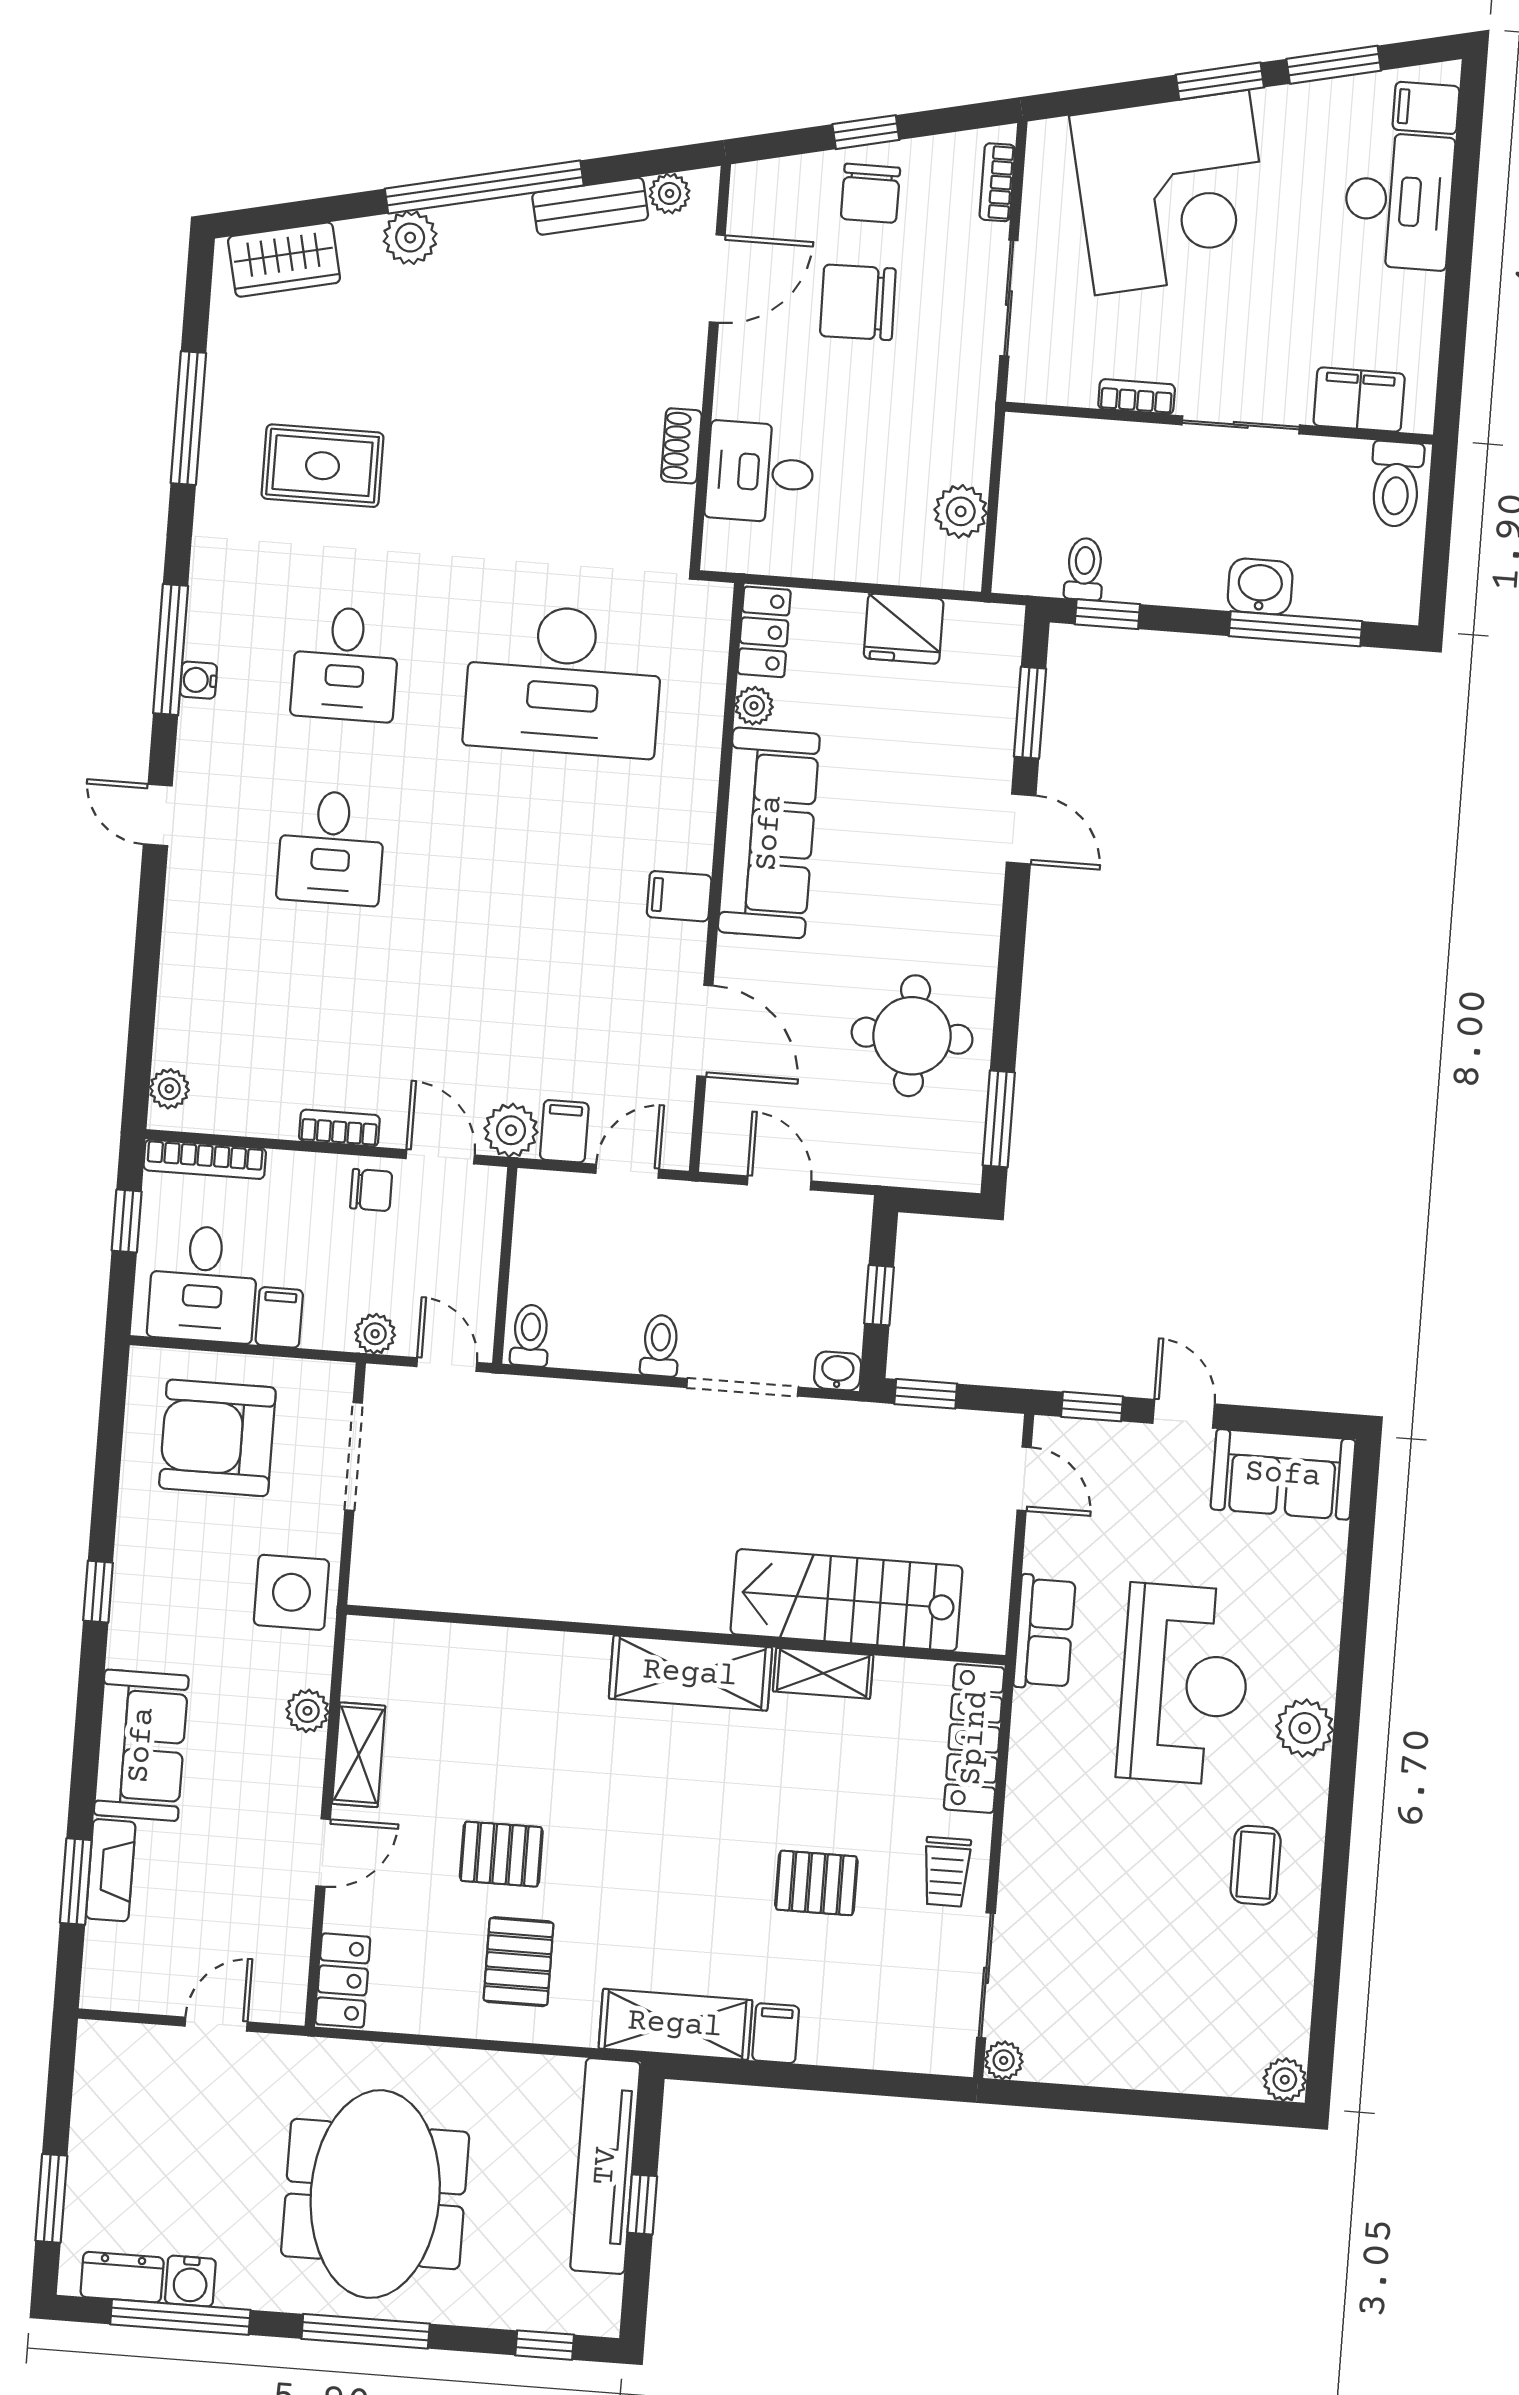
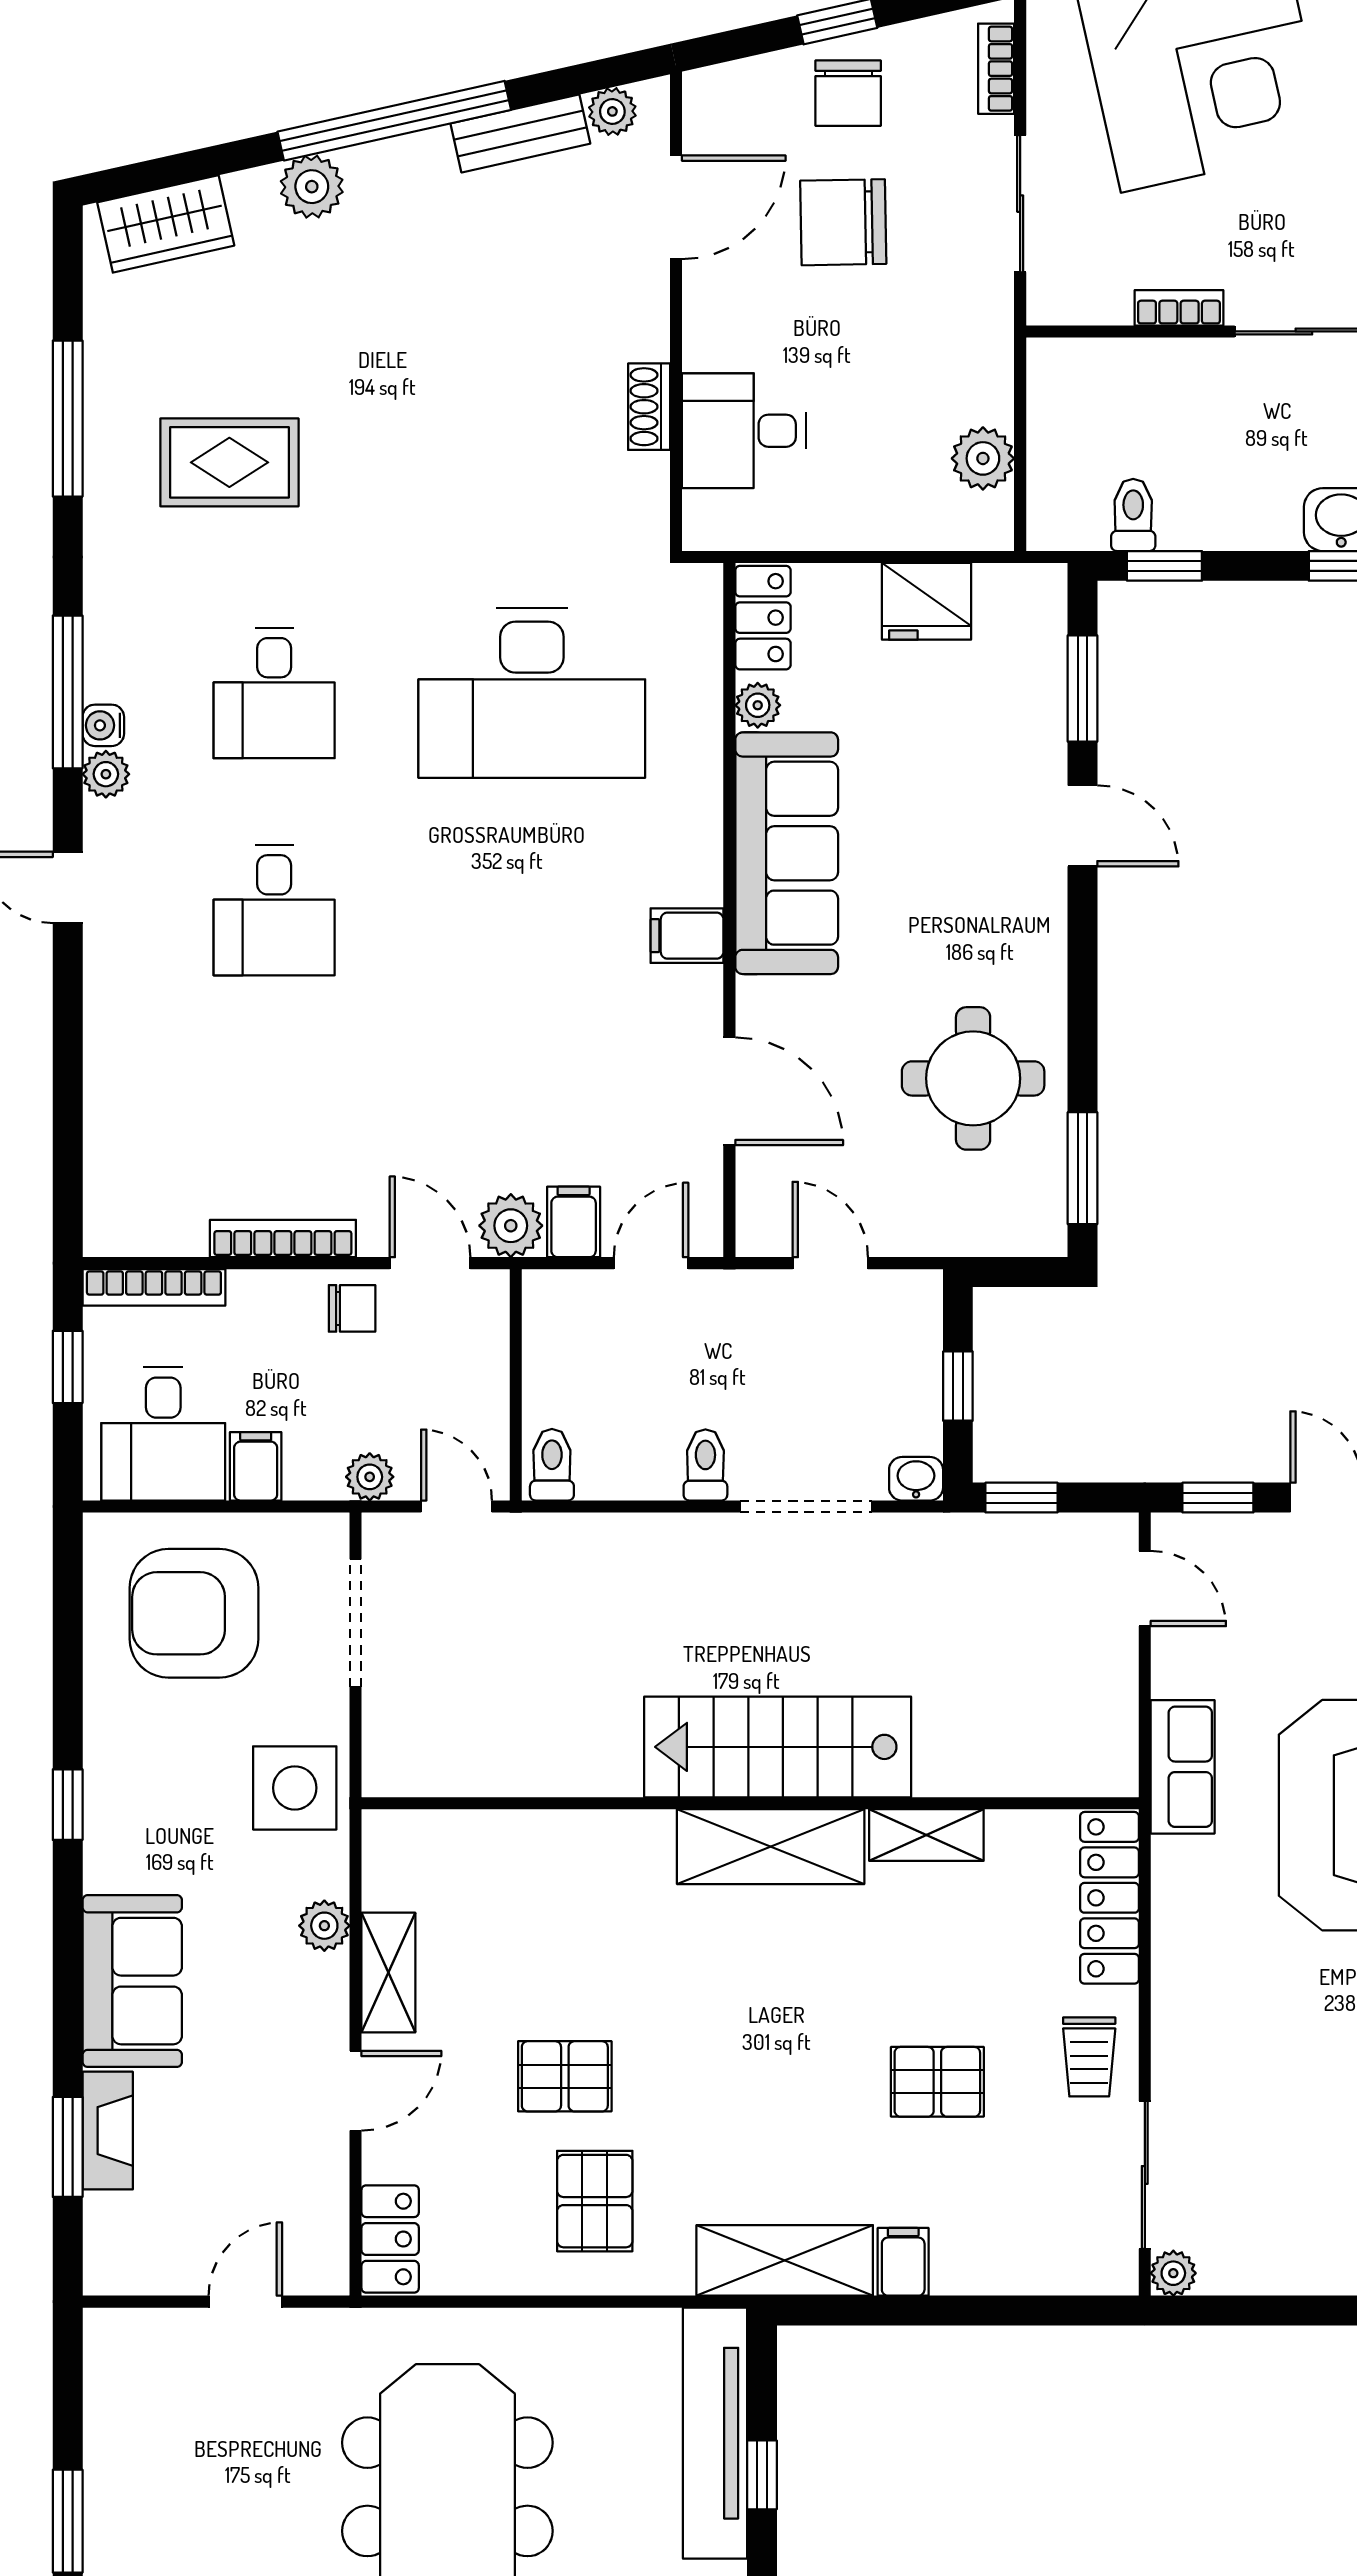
plant: (169, 1089) -> (106, 774), moved
bookcase: (339, 1128) -> (283, 1239), width x1.56
stairs: (847, 1600) -> (778, 1747), moved

